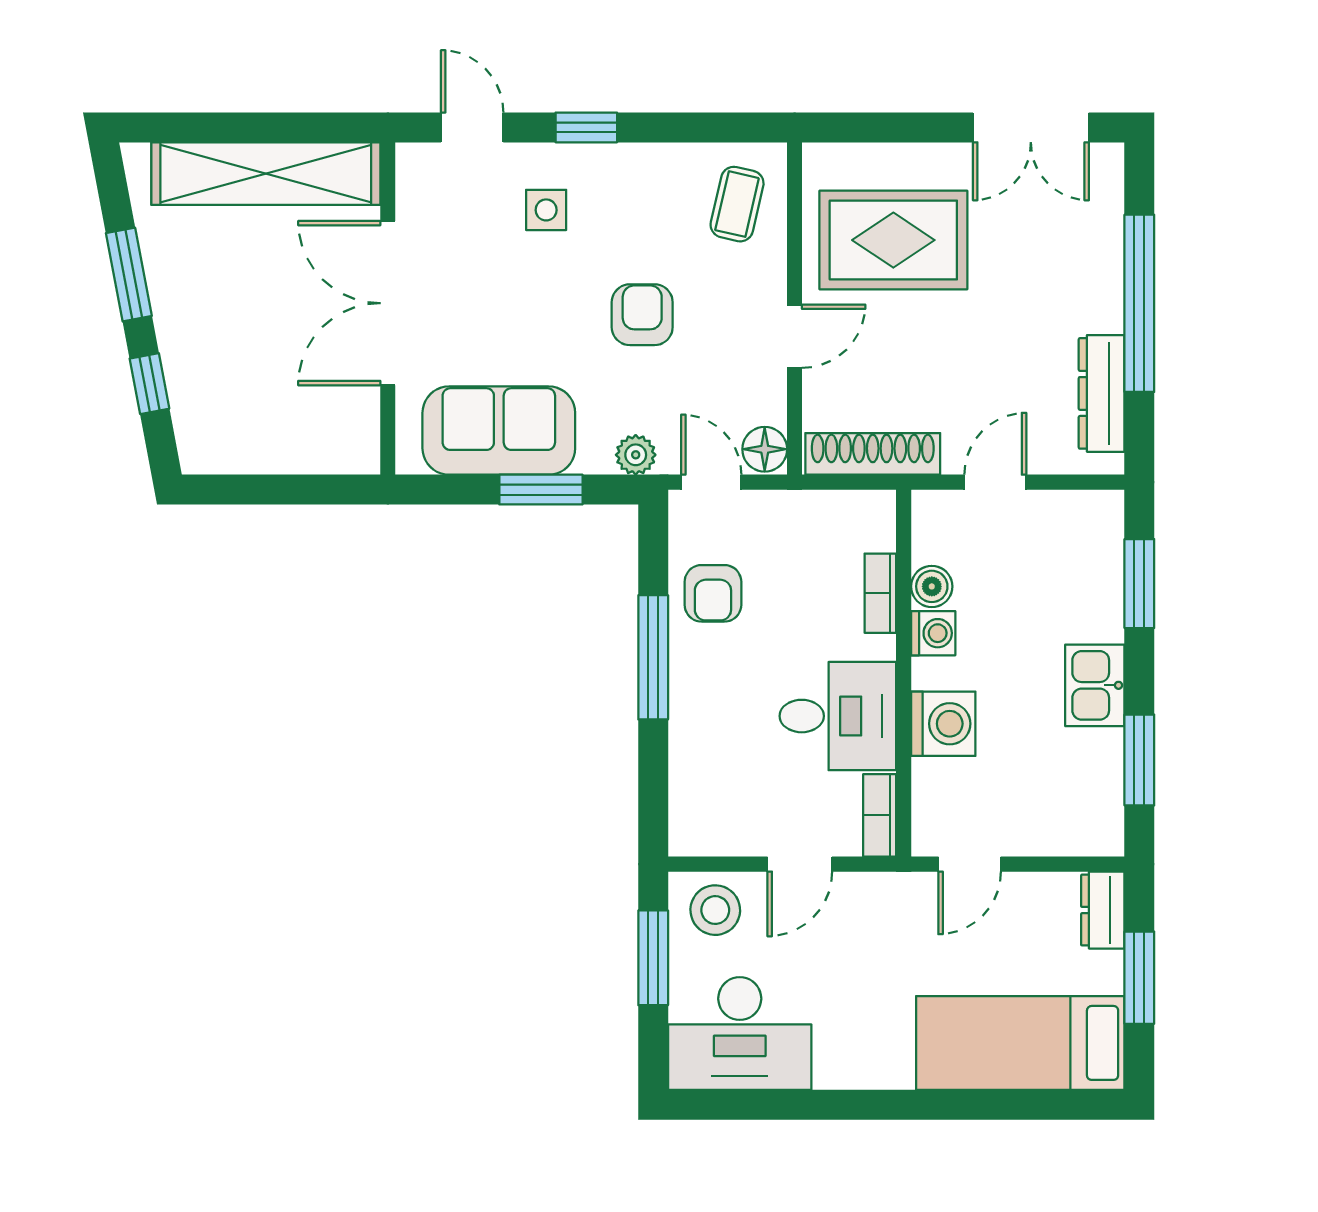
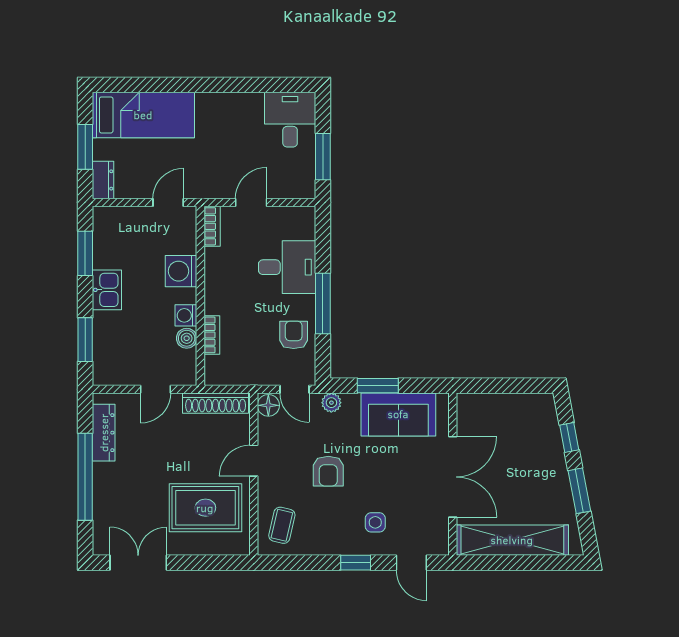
desk: (838, 716) -> (287, 267), moved, turned 180
stool: (715, 910) -> (293, 180), removed
desk: (740, 1033) -> (290, 120), width x0.73

